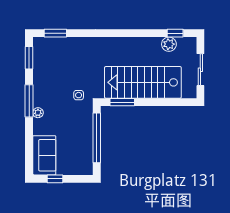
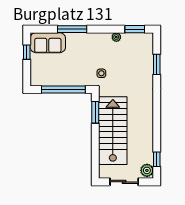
window: (55, 33) -> (157, 64), moved
plant: (169, 44) -> (147, 170), moved
window: (29, 101) -> (72, 29), moved
plant: (38, 113) -> (116, 37), moved

